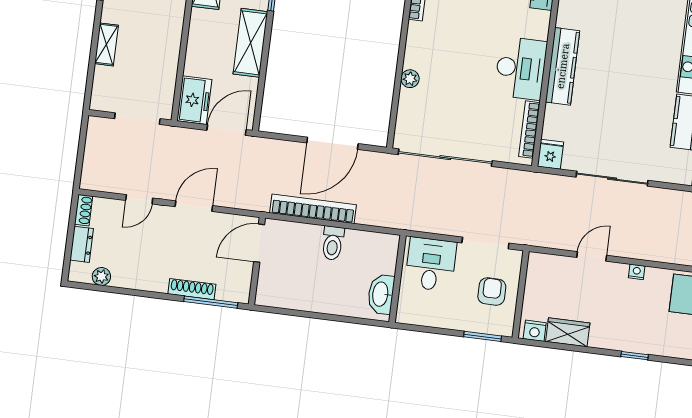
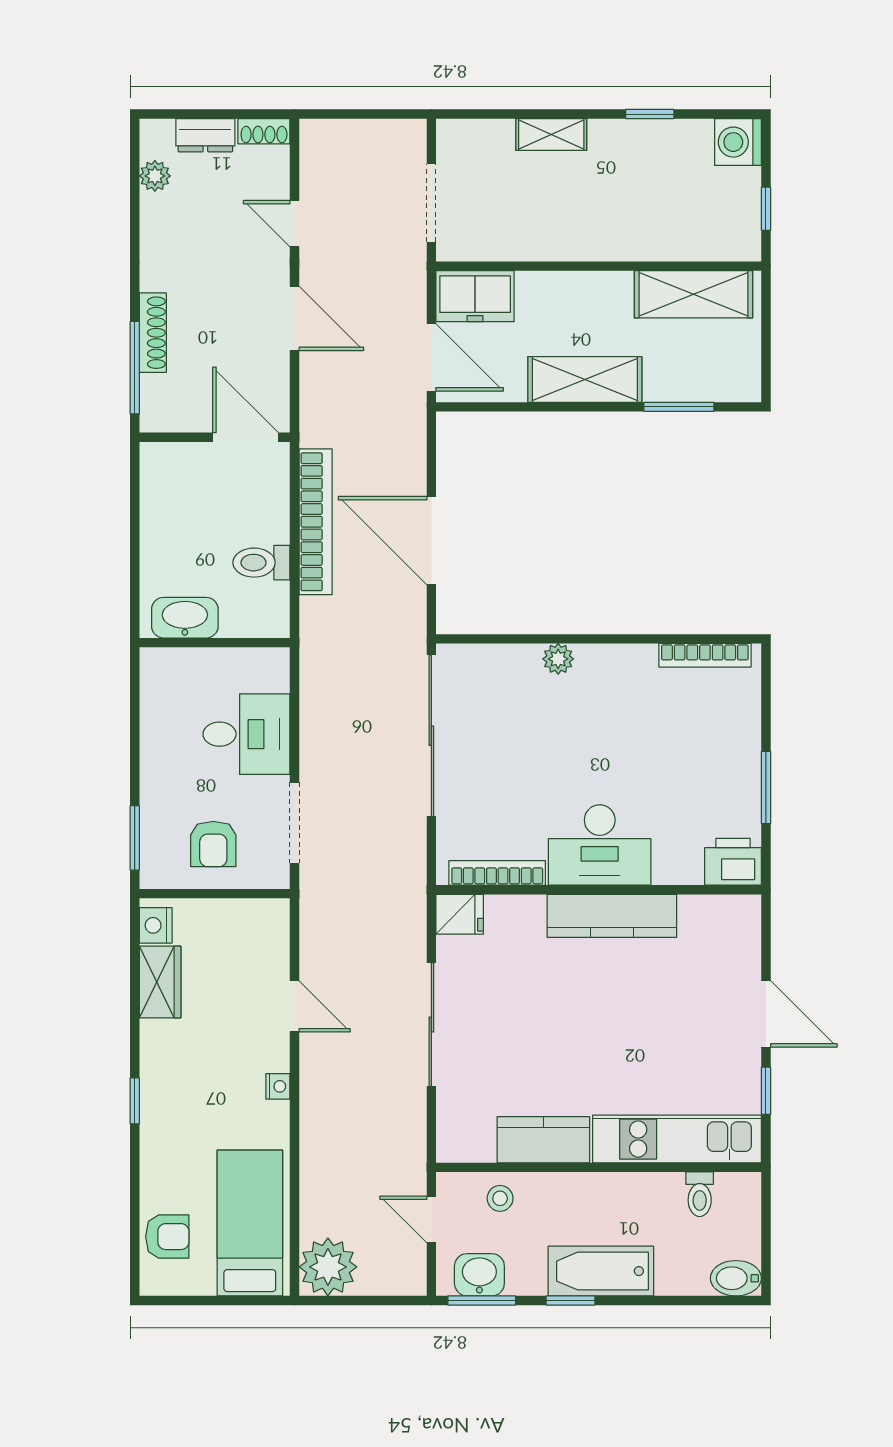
wall: (398, 279) -> (215, 643), moved
armchair: (492, 292) -> (213, 844), turned 90
washbasin: (381, 294) -> (185, 618), moved

